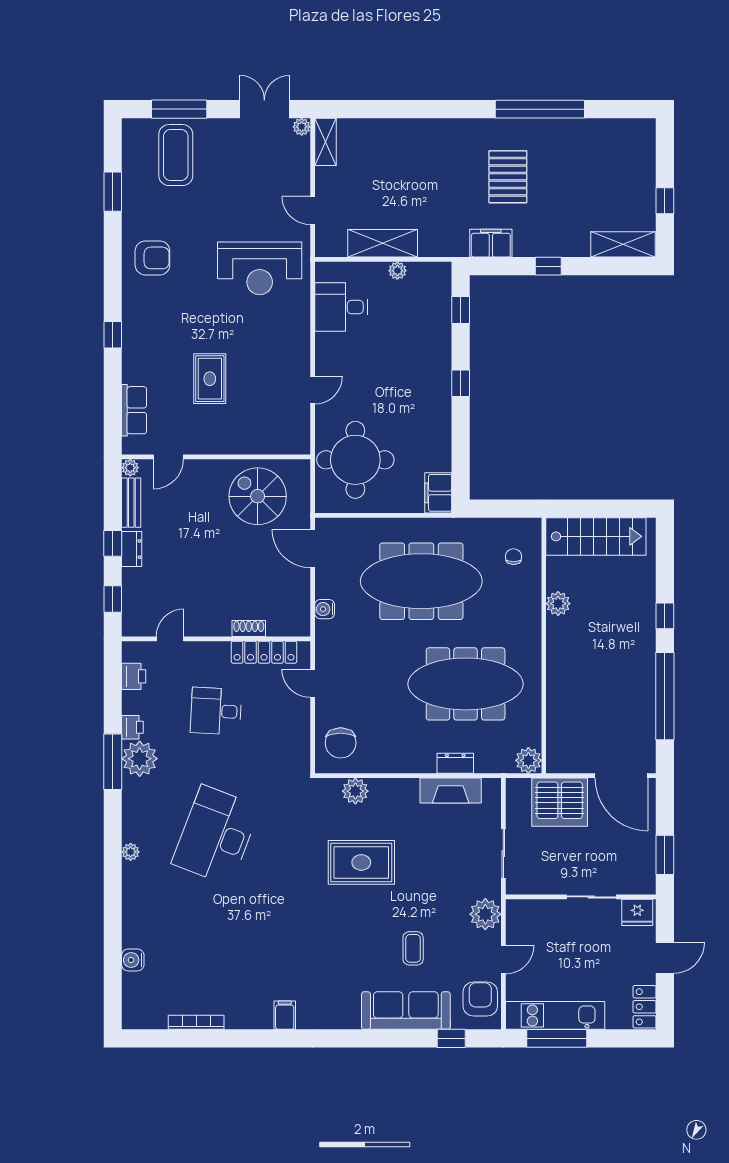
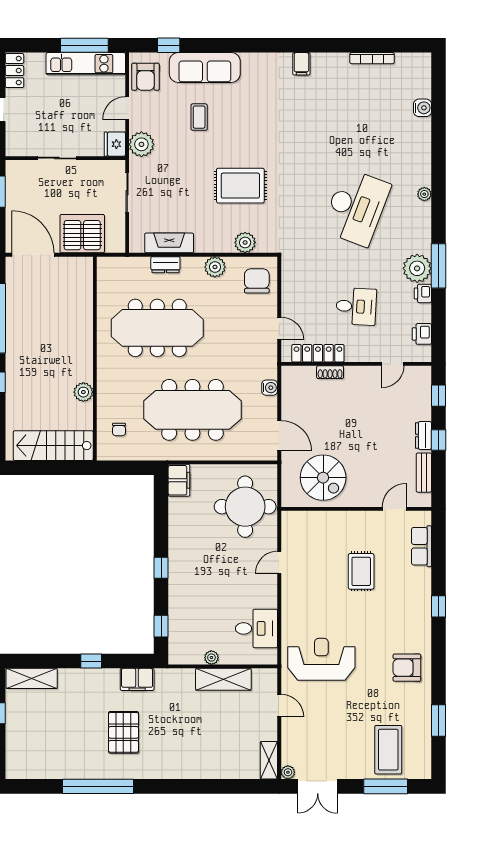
plant: (130, 468) -> (425, 500), removed
plant: (528, 760) -> (215, 267), moved
fridge: (637, 912) -> (115, 144), moved, turned -90

